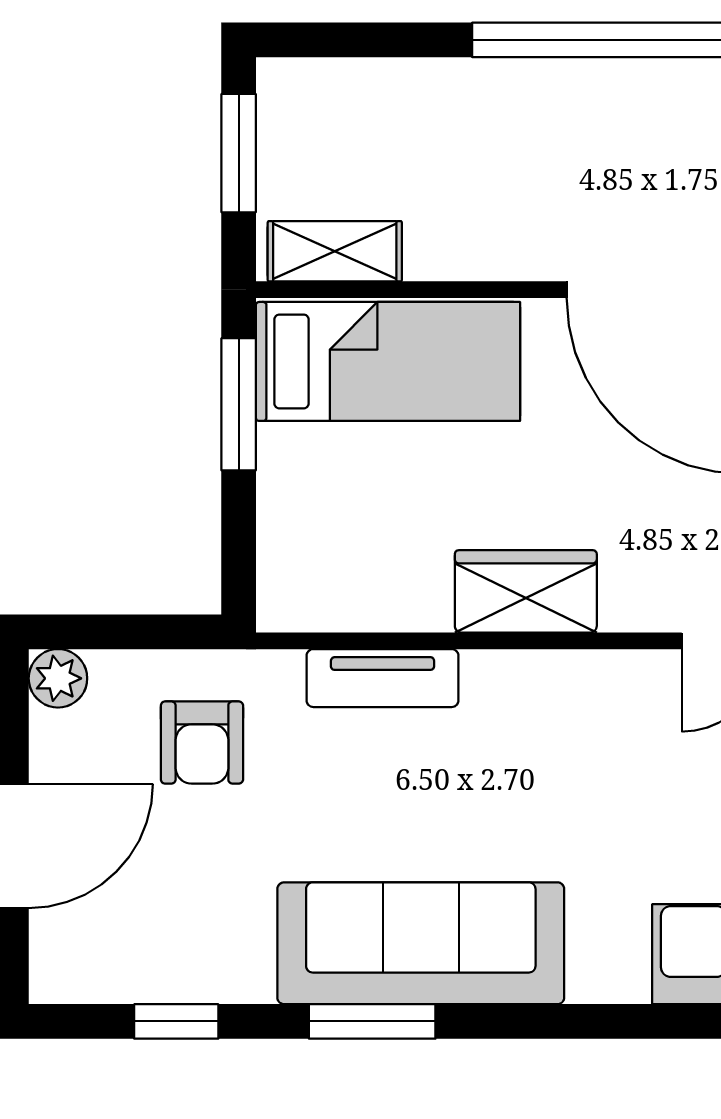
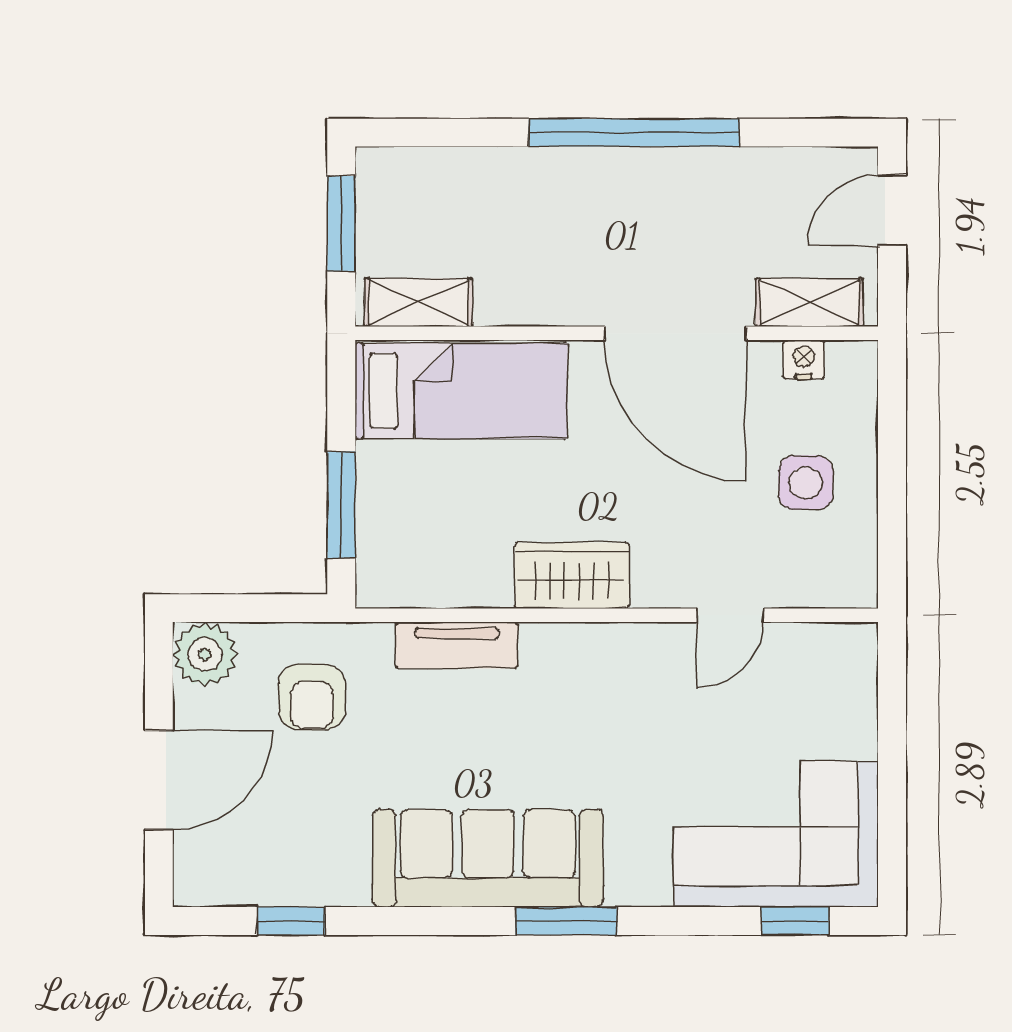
window: (239, 404) -> (341, 505), moved
plant: (58, 678) -> (205, 654), width x1.38, depth x1.38
window: (372, 1021) -> (566, 921), moved

